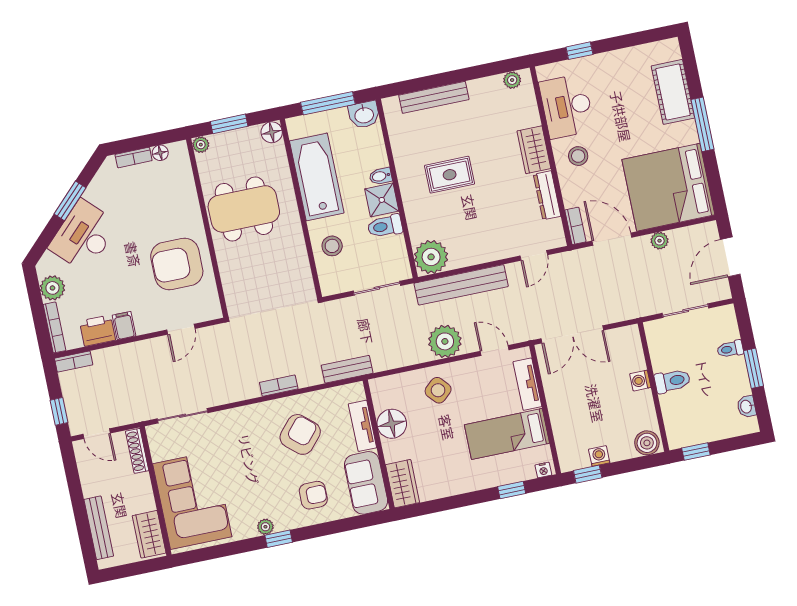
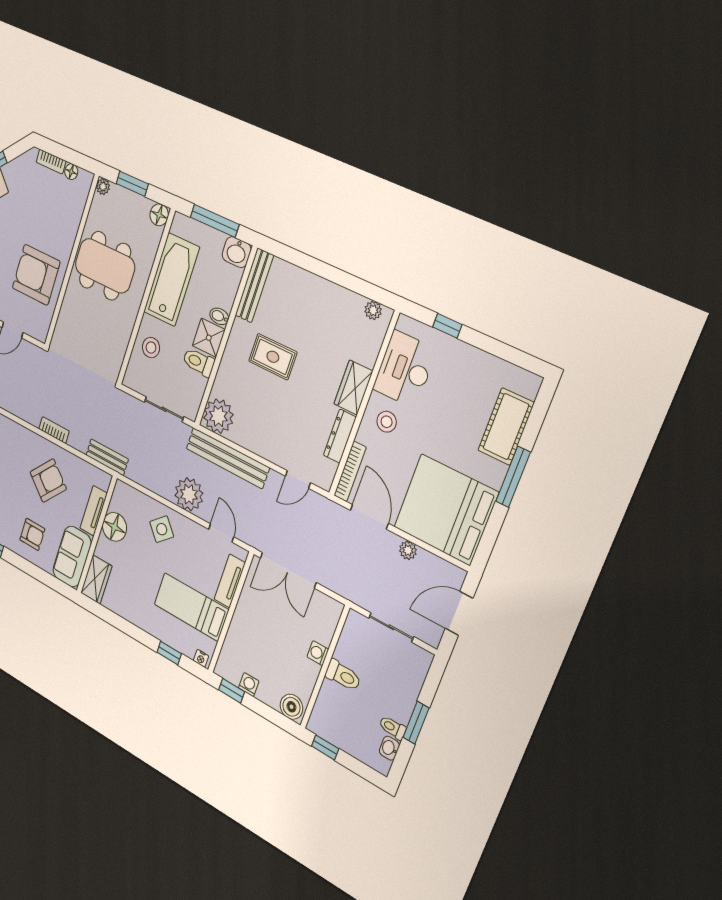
bench: (434, 97) -> (254, 285), moved, turned 90
bookcase: (575, 226) -> (350, 471), width x1.56
toilet: (730, 349) -> (393, 728), moved

